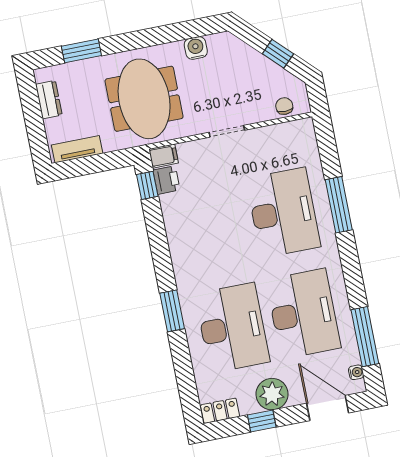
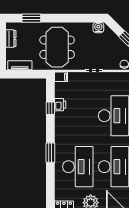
water cooler: (196, 48) -> (98, 28), moved
printer: (166, 180) -> (60, 105), moved
window: (147, 185) -> (50, 108), moved

